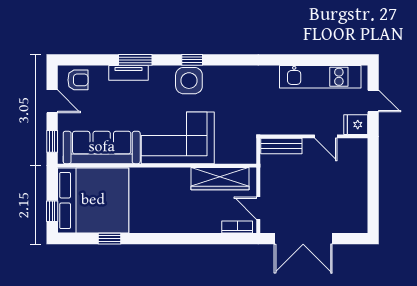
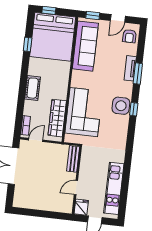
corner sofa: (178, 138) -> (84, 112), moved
cot: (177, 223) -> (33, 88), added

